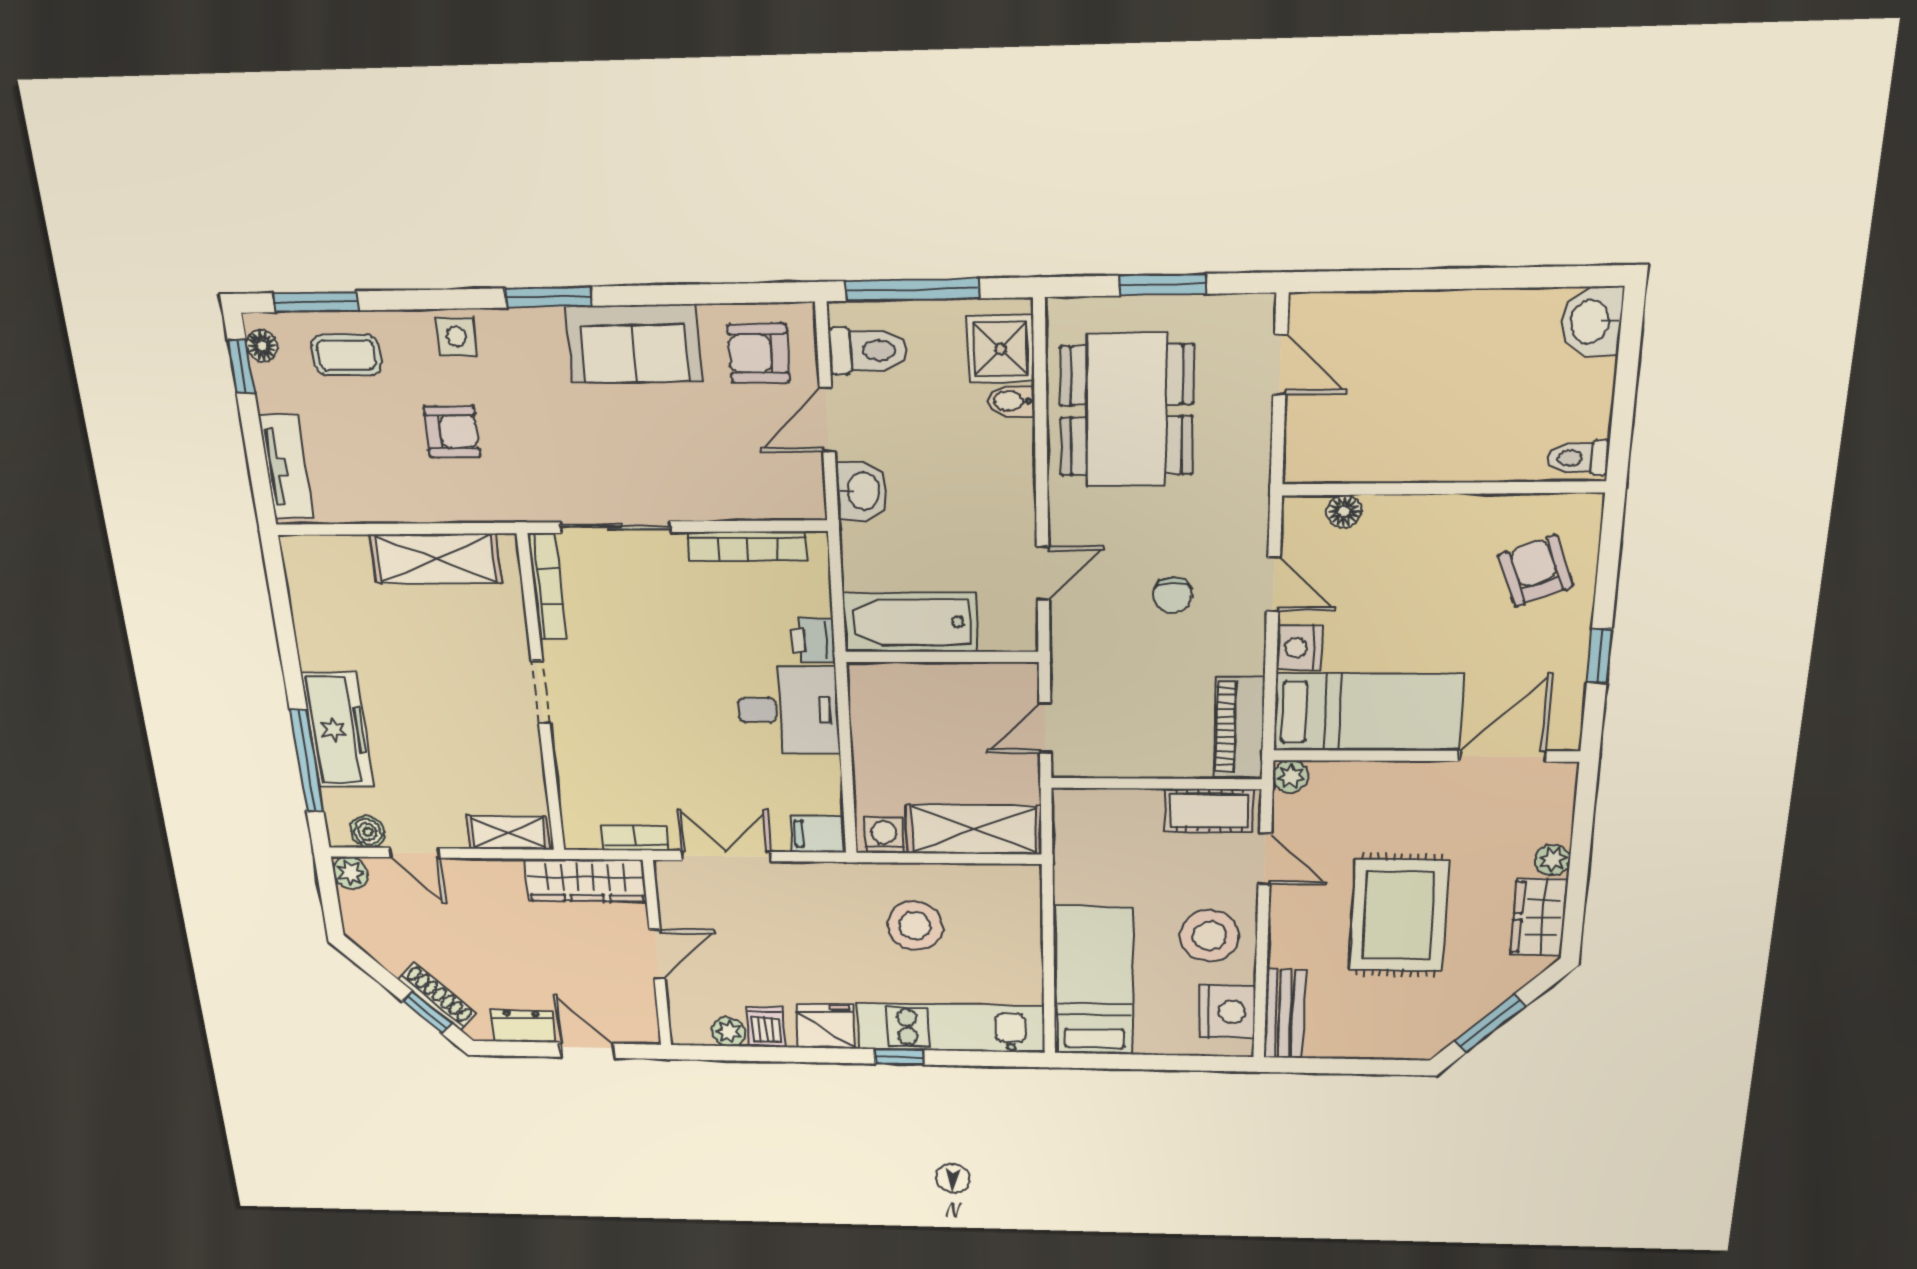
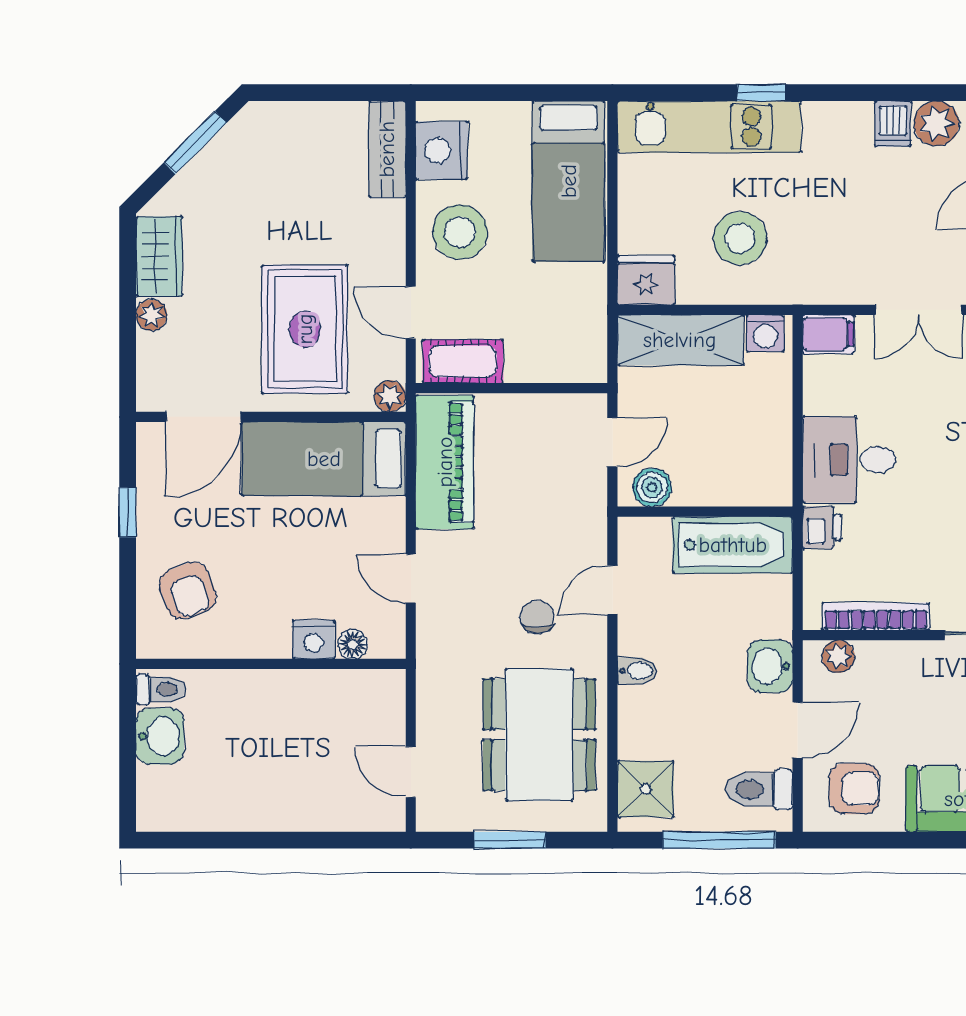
washbasin: (1591, 321) -> (160, 736), moved
bidet: (1012, 401) -> (637, 671), moved
plant: (786, 503) -> (838, 656), added
chair: (1173, 595) -> (537, 617), moved
nightstand: (1299, 648) -> (314, 640), moved, turned 90
boiler: (1001, 682) -> (652, 487), added
piano: (1239, 727) -> (445, 462), width x1.37, depth x1.33
rug: (1399, 916) -> (305, 329), moved
fridge: (825, 1026) -> (646, 280), moved, turned 180
plant: (729, 1032) -> (936, 123), width x1.38, depth x1.38

